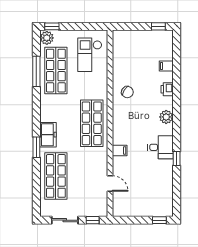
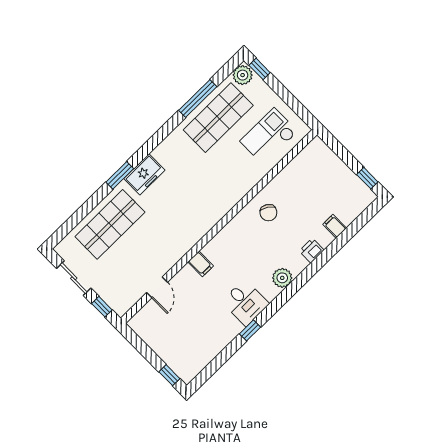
shop shelf: (92, 123) -> (200, 208), removed

